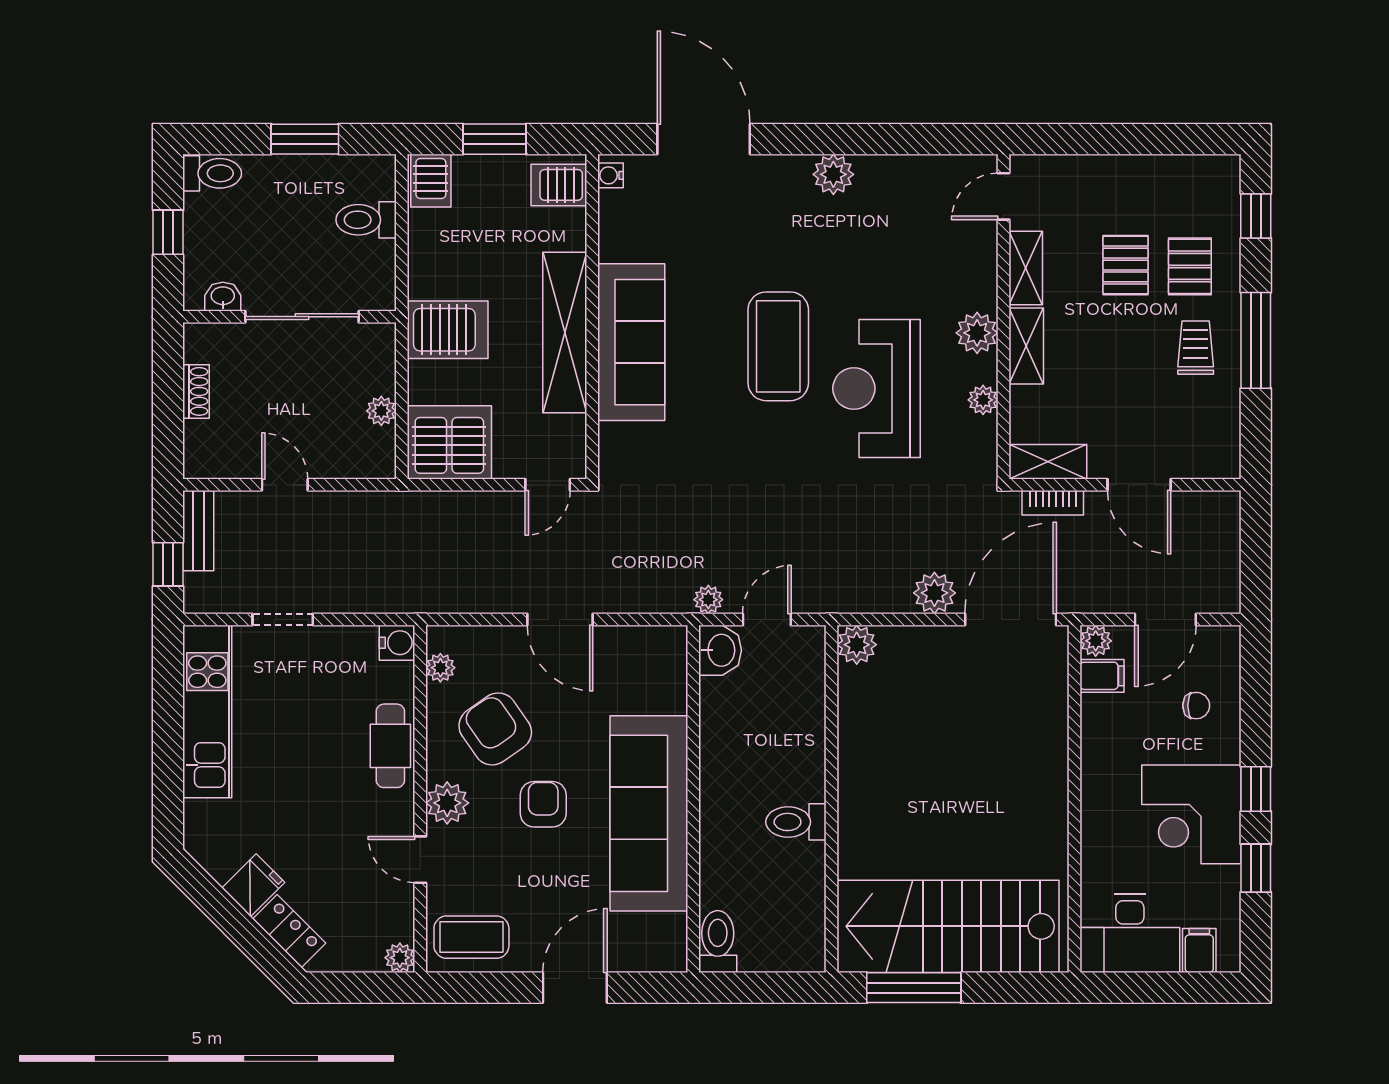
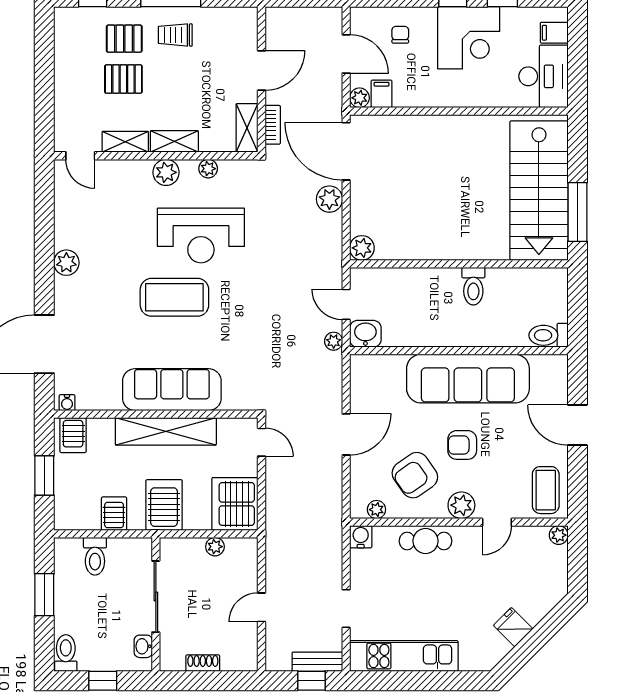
server rack: (431, 181) -> (114, 514), moved, turned -90
bench: (198, 531) -> (317, 662), moved
locker: (289, 931) -> (542, 605), removed

